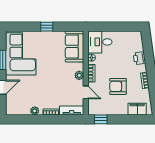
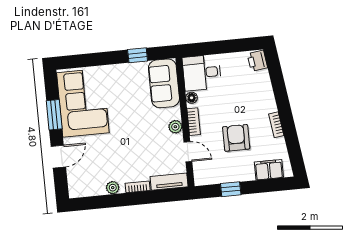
window: (47, 27) -> (138, 55), moved
printer: (139, 58) -> (257, 61), moved
armchair: (118, 86) -> (236, 138), turned 90
window: (101, 119) -> (231, 189), moved

